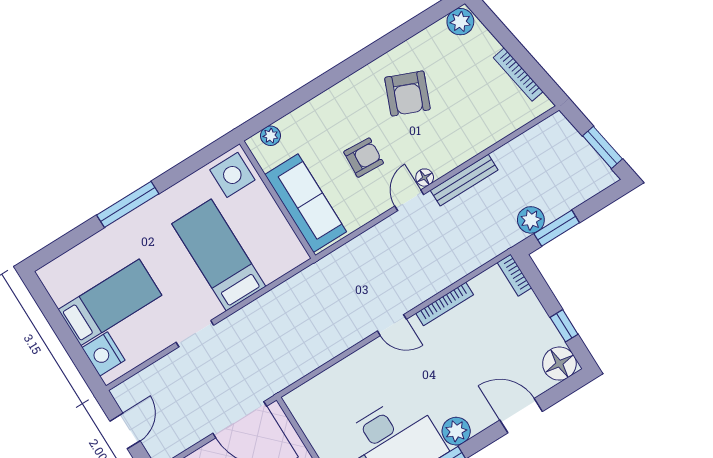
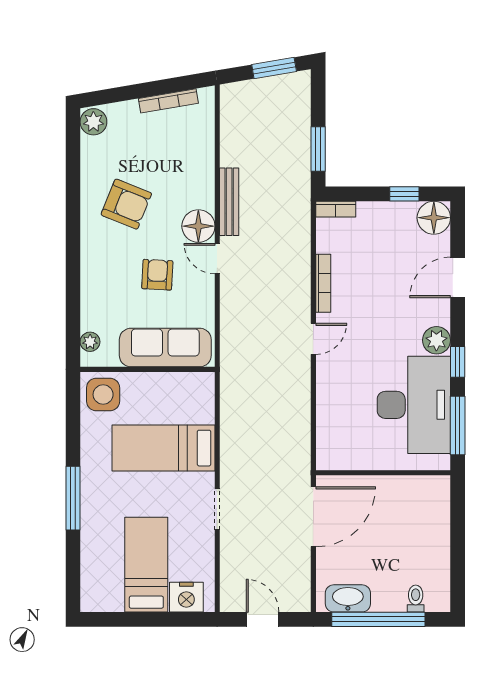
floor lamp: (425, 178) -> (198, 226), width x1.89, depth x1.89
plant: (531, 220) -> (298, 166), removed

